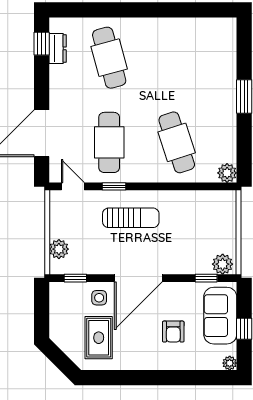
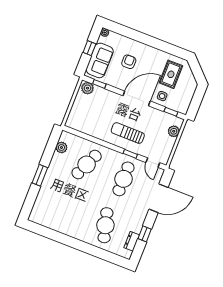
window: (42, 44) -> (145, 234), moved
cafe table: (177, 142) -> (87, 164), turned 42
plant: (227, 173) -> (61, 147), moved

